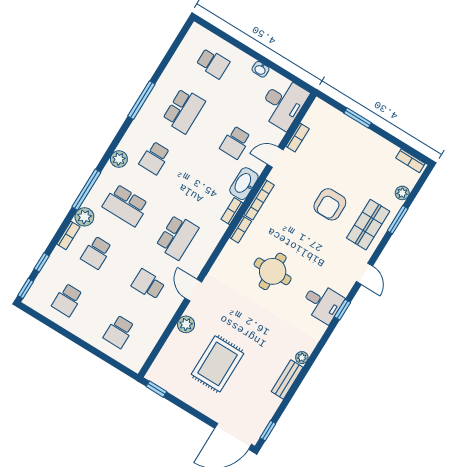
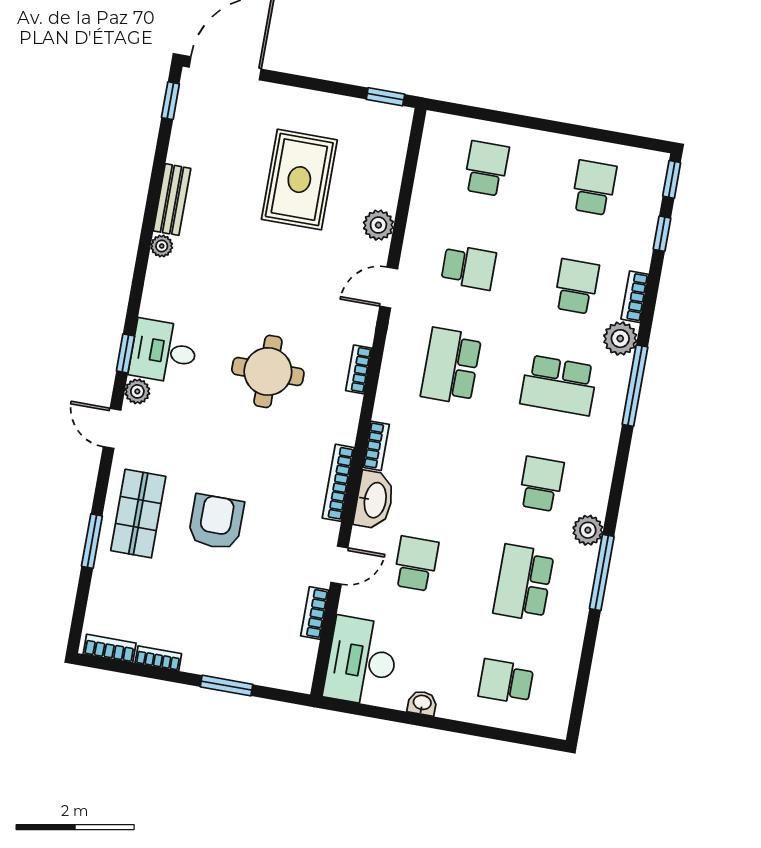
bookcase: (387, 146) -> (158, 658), added
plant: (119, 159) -> (588, 530), moved
plant: (402, 193) -> (137, 391), moved
school desk: (126, 205) -> (559, 385), turned 180
bookcase: (241, 229) -> (359, 369), moved
door: (193, 290) -> (389, 288), swing flipped

